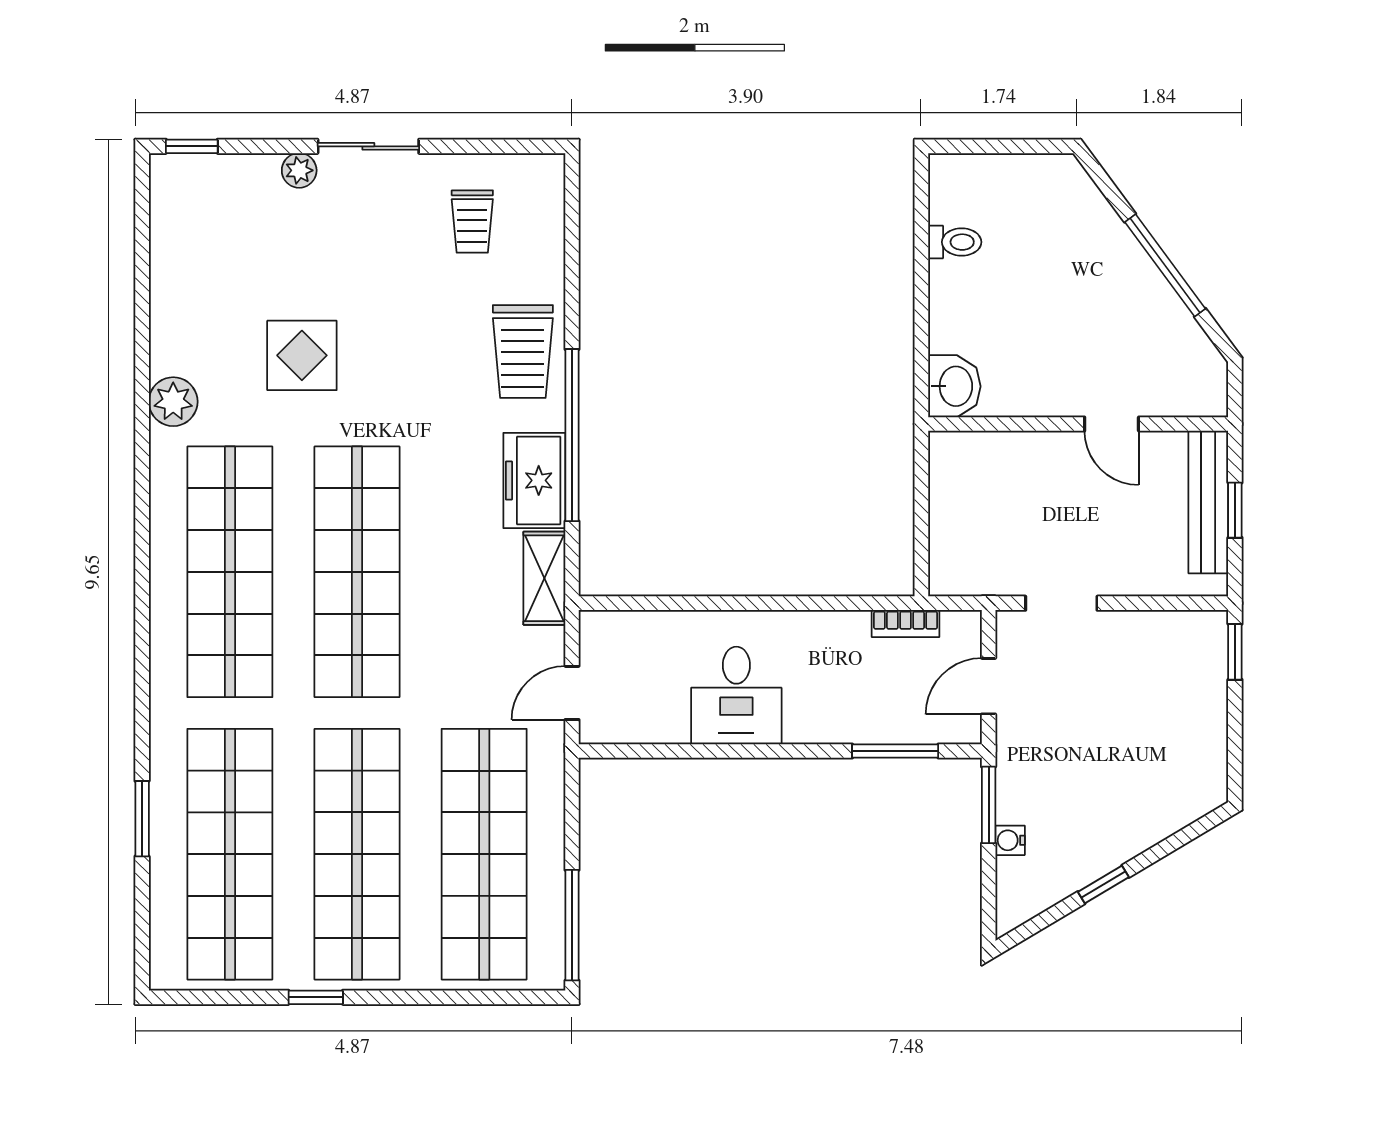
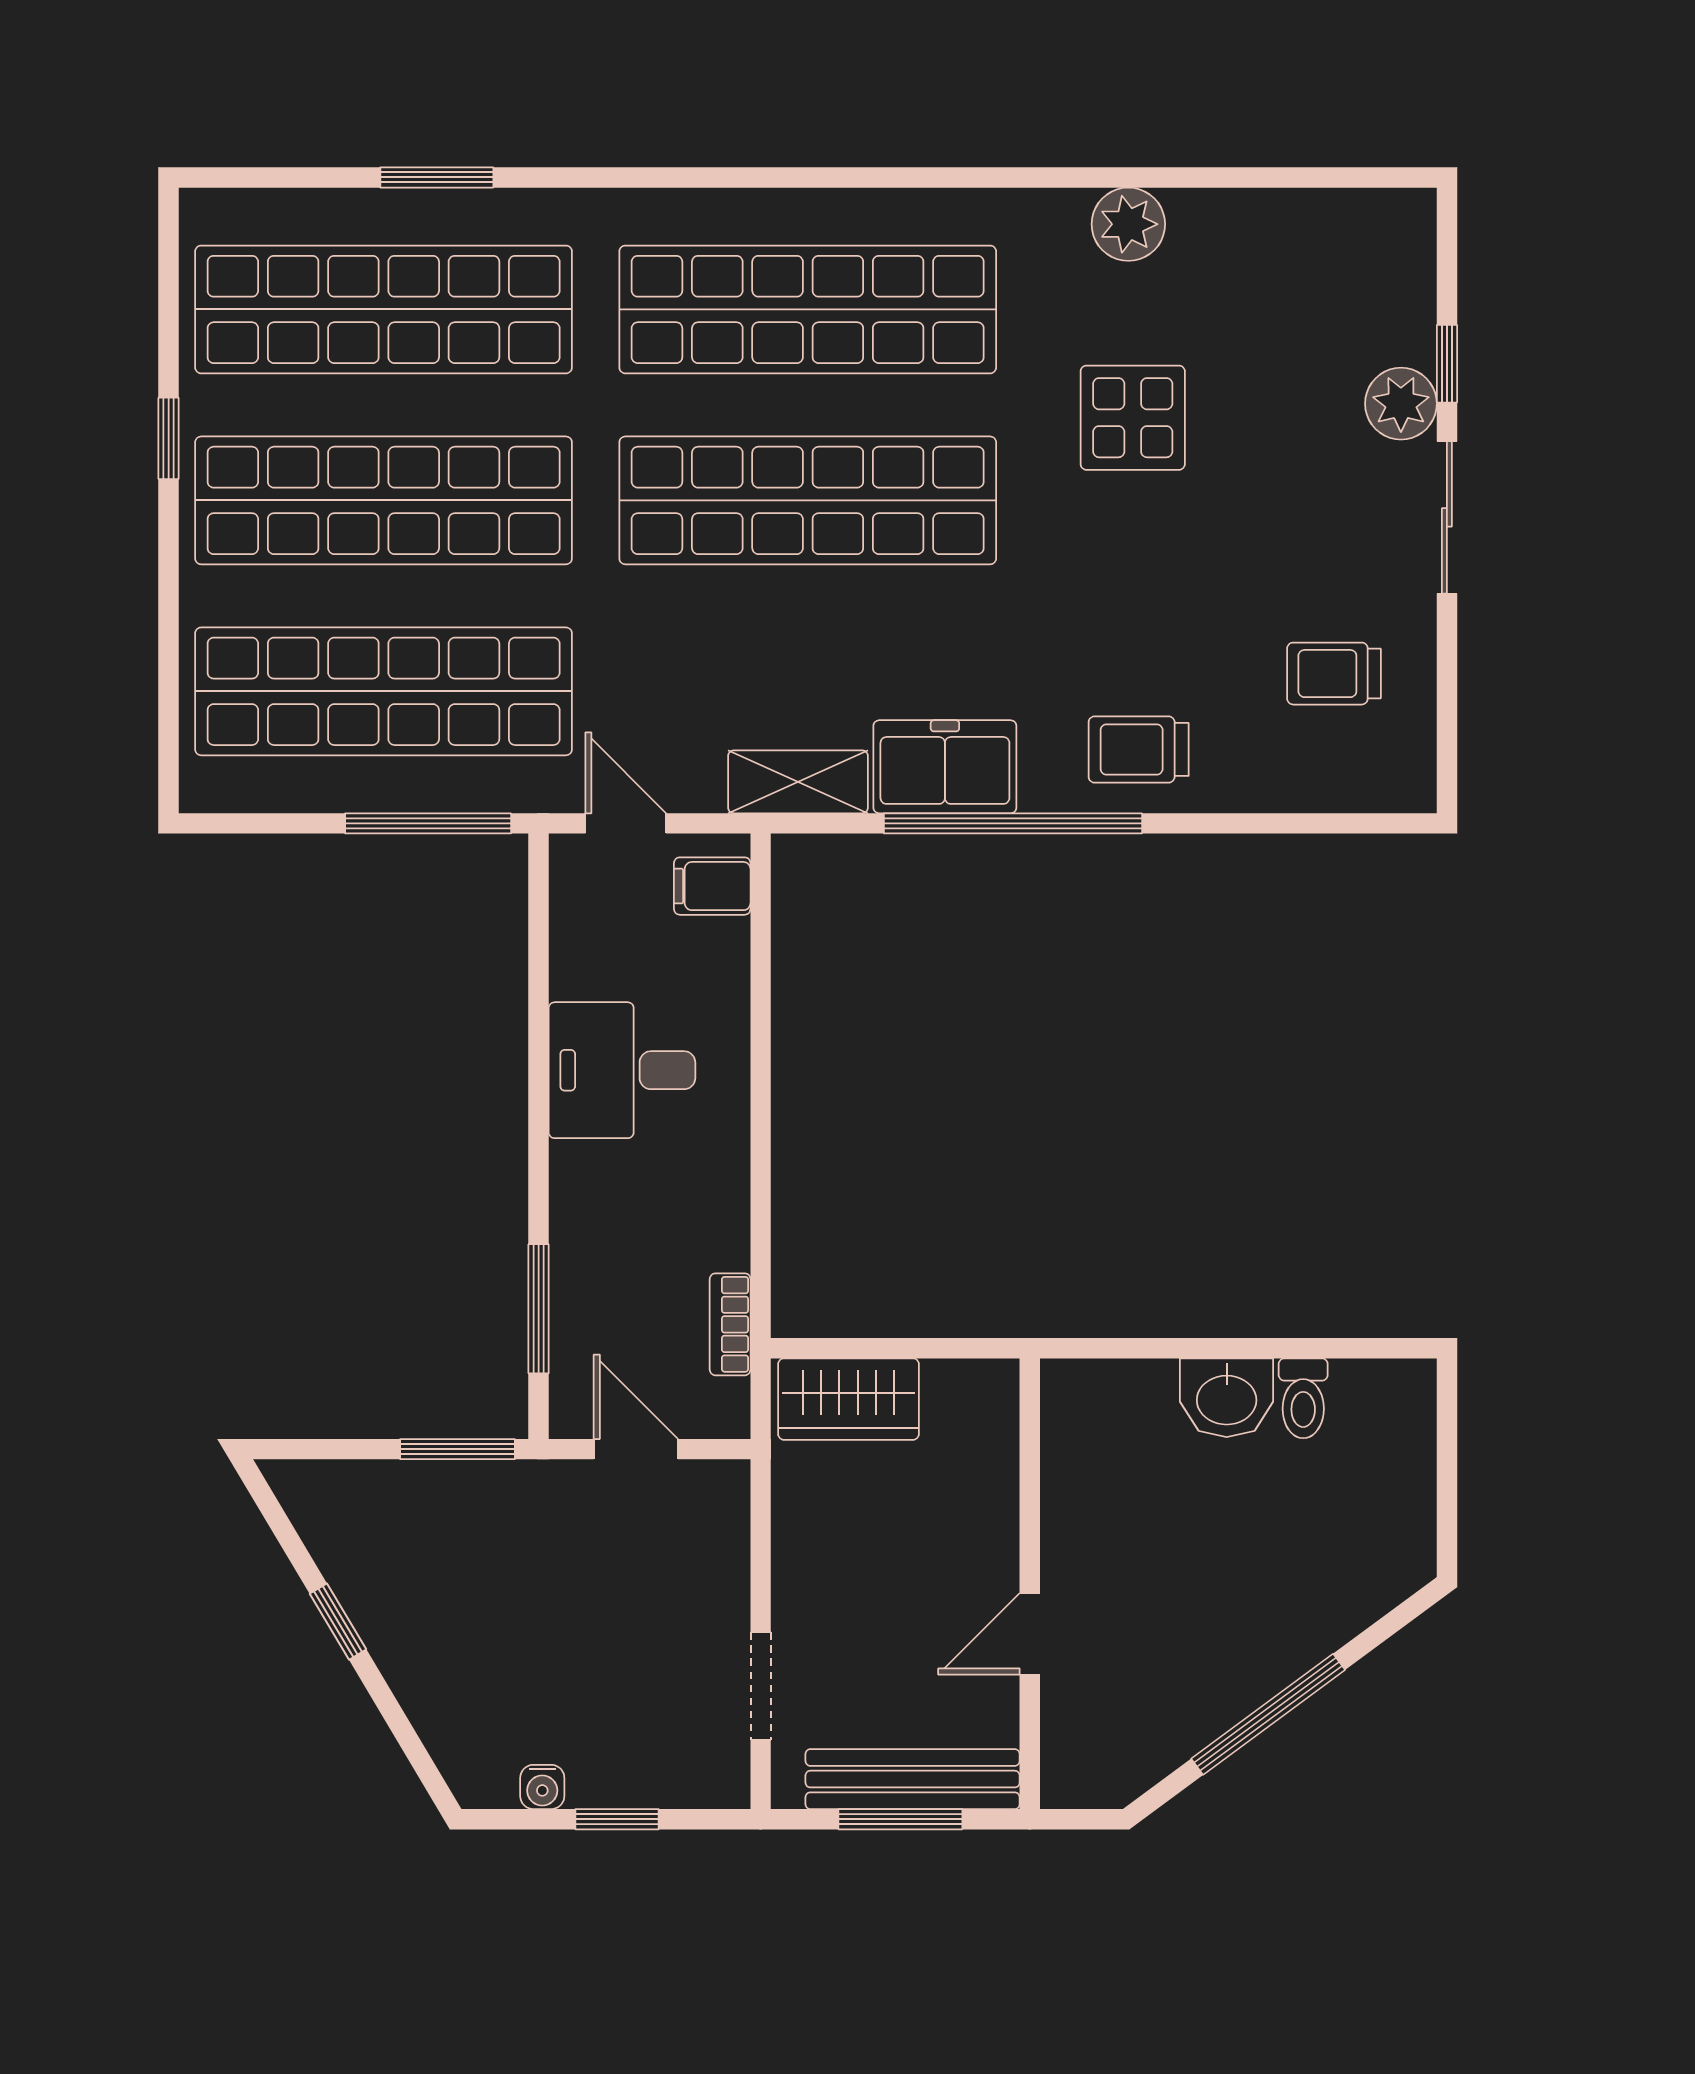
window: (192, 146) -> (1447, 364), moved
plant: (299, 170) -> (1401, 404), width x1.38, depth x1.38
trolley: (523, 352) -> (1139, 749), width x0.73, depth x0.72
washbasin: (954, 386) -> (1227, 1398), moved
plant: (173, 402) -> (1128, 224), moved
window: (1235, 510) -> (900, 1819), width x1.50
wardrobe: (955, 545) -> (848, 1399), added
doorway: (1061, 603) -> (761, 1686), moved
filing cabinet: (614, 635) -> (712, 886), added
window: (1235, 652) -> (617, 1819), moved
water cooler: (1010, 840) -> (542, 1787), moved, turned 180
window: (572, 925) -> (428, 823), moved

